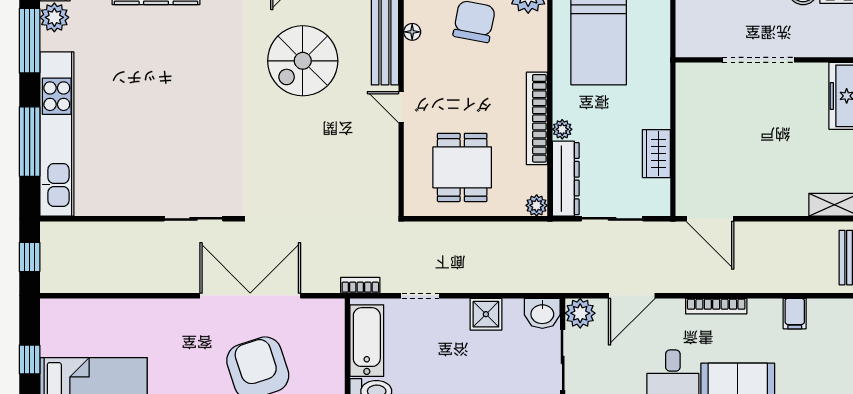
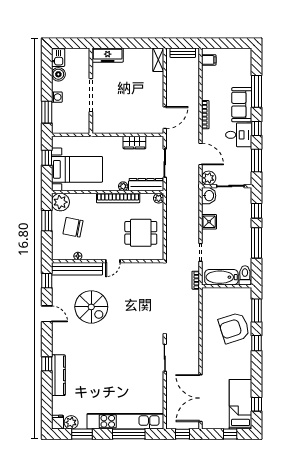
window: (30, 41) -> (82, 434), width x0.69
double door: (250, 296) -> (201, 398), moved
filing cabinet: (795, 314) -> (209, 60), moved

